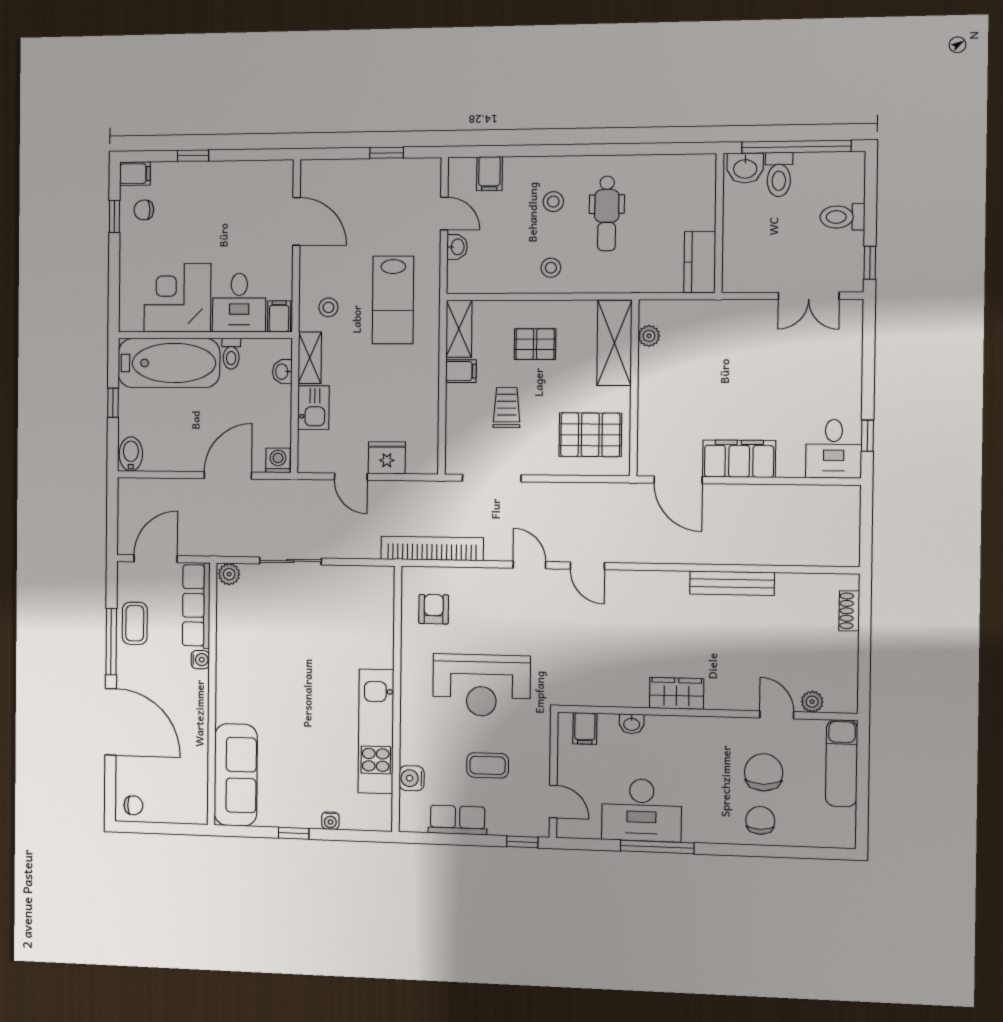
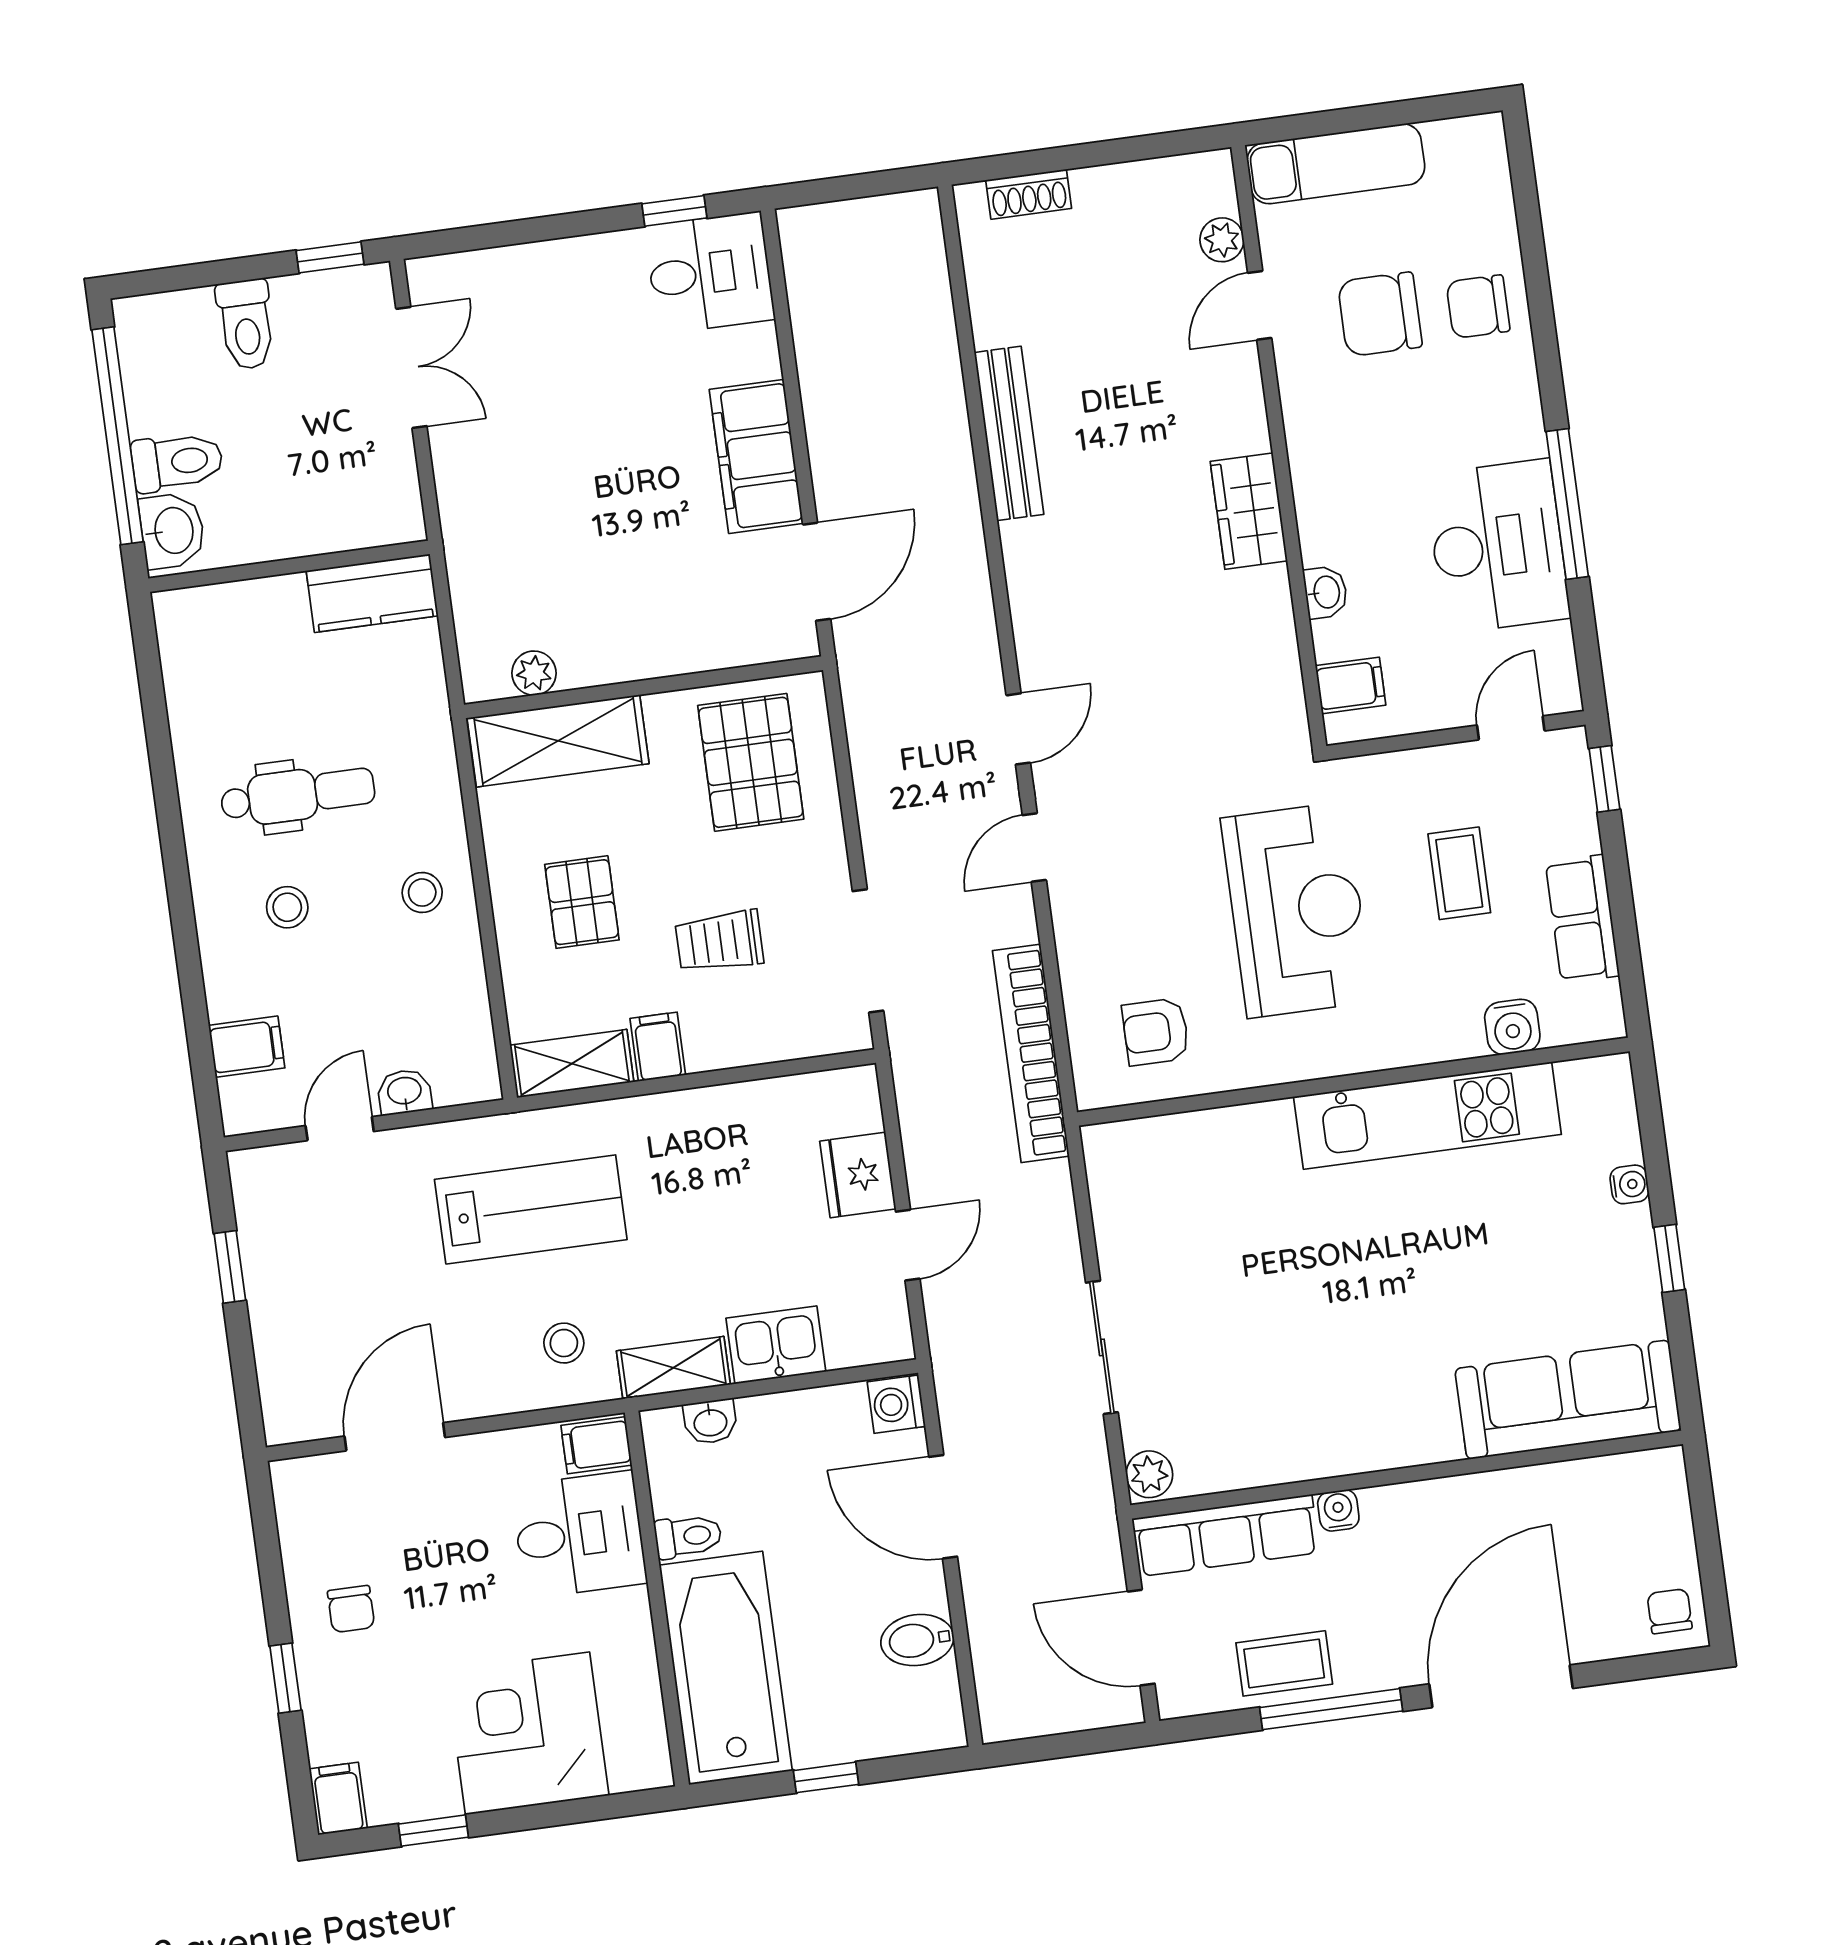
chair: (144, 210) -> (351, 1609), moved
corner desk: (177, 298) -> (528, 1733), moved, turned 90
bidet: (131, 454) -> (917, 1640), moved

